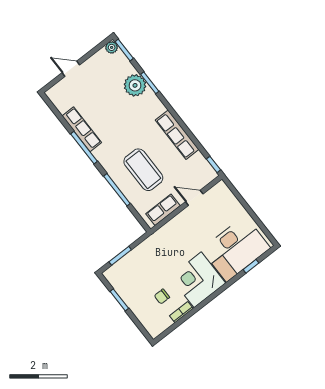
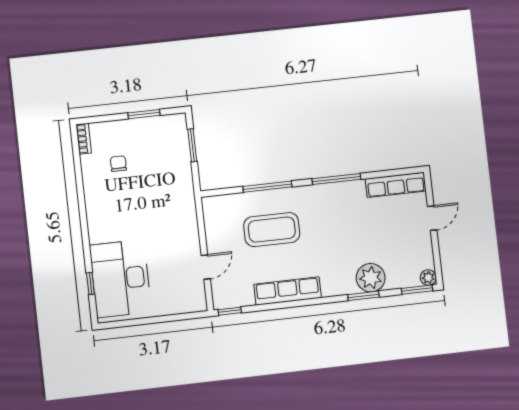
row of seats: (82, 129) -> (396, 185), moved
row of seats: (163, 210) -> (214, 224), removed
corner desk: (198, 280) -> (112, 215), removed
bookcase: (181, 312) -> (84, 139), moved

